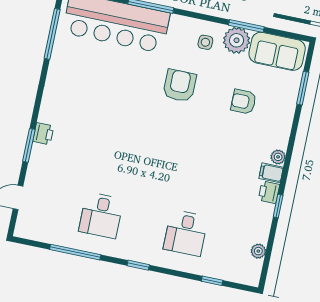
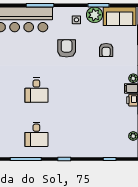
armchair: (243, 102) -> (106, 50), turned -90
desk: (186, 233) -> (36, 90), moved

